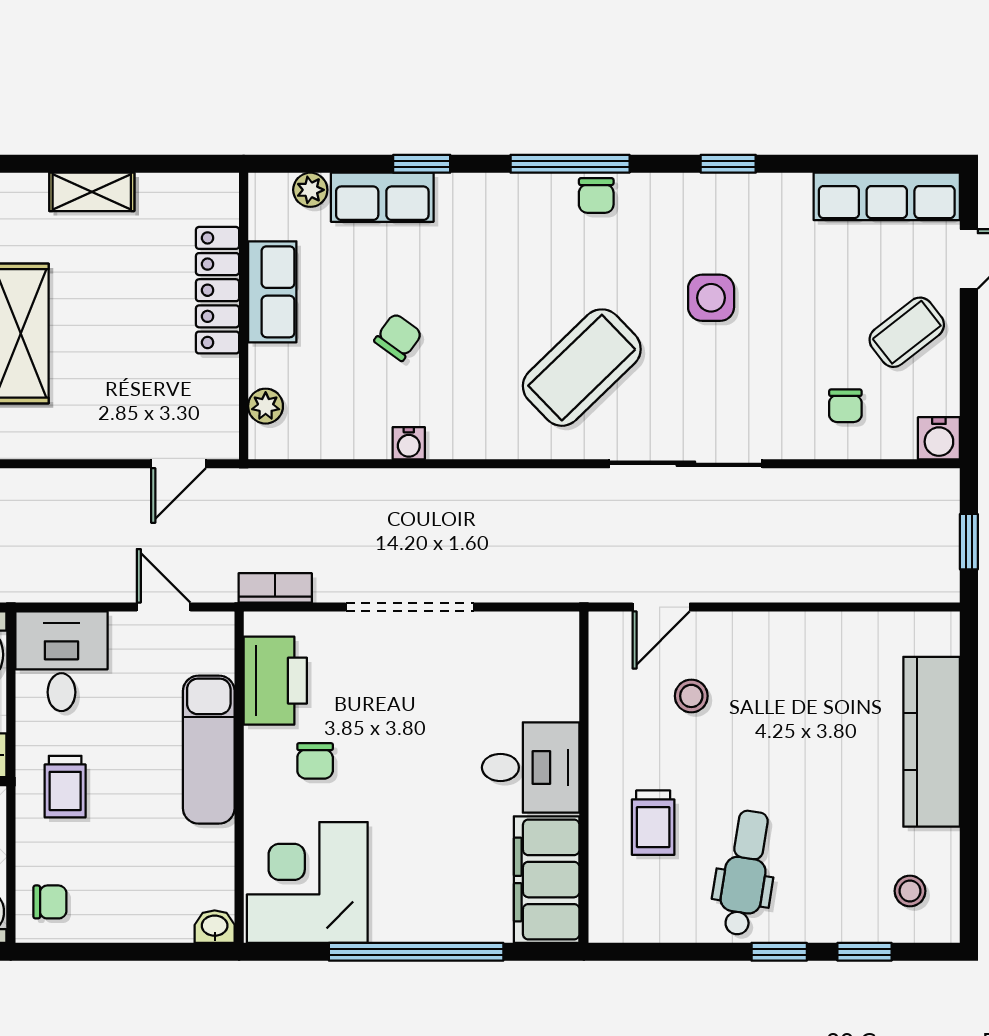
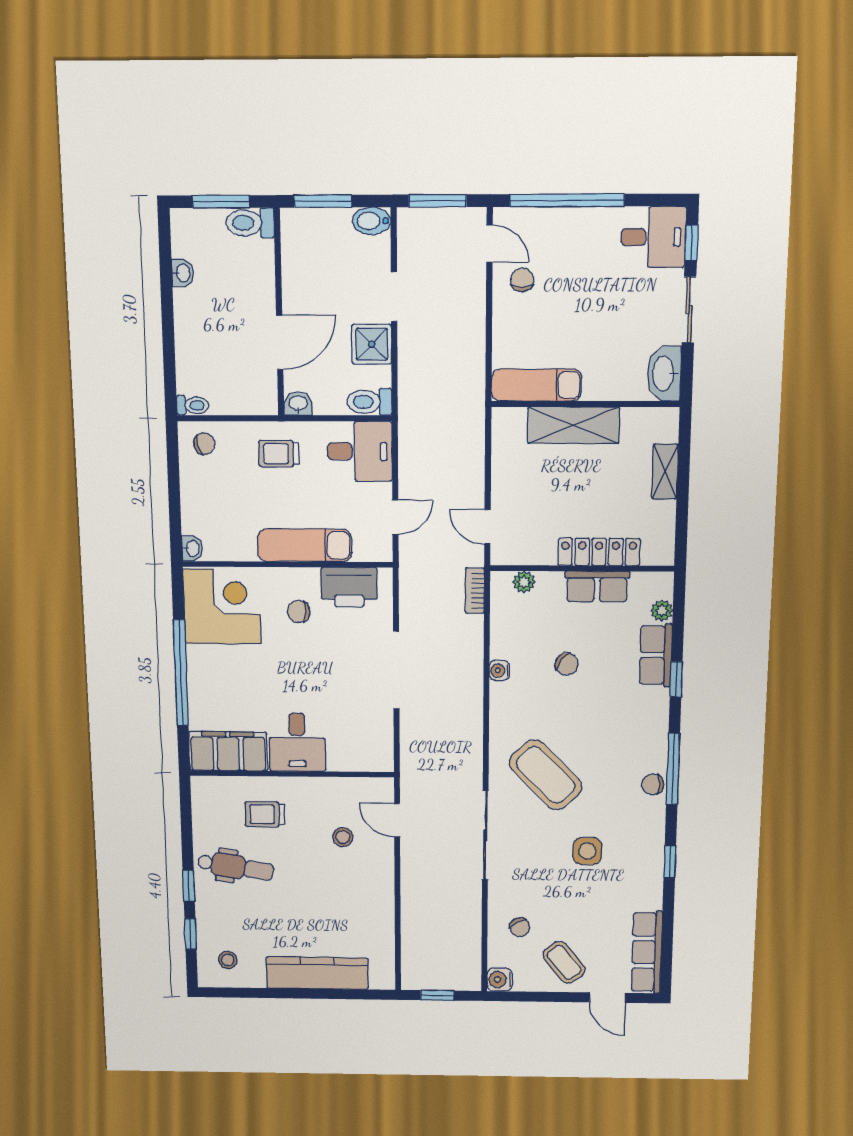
chair: (845, 406) -> (520, 927), turned -118
bookcase: (275, 588) -> (475, 591), moved, turned 180
chair: (50, 902) -> (204, 444), turned -105

